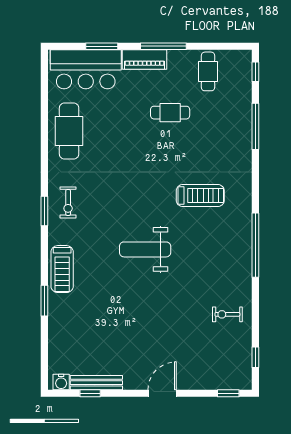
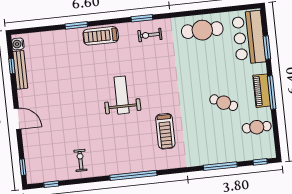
piano: (145, 59) -> (262, 91), moved
cafe table: (170, 113) -> (224, 103), turned -65

